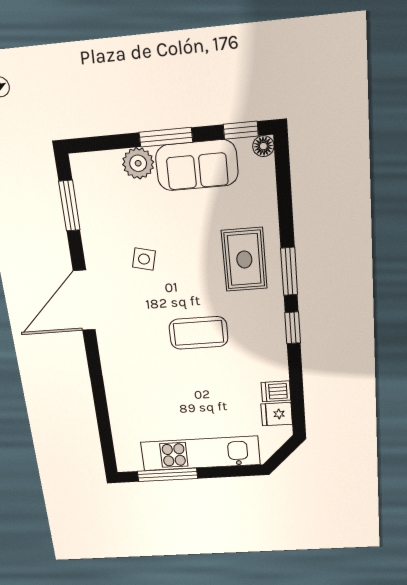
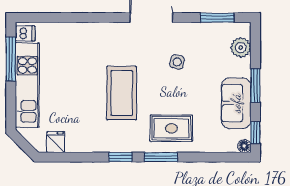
plant: (138, 163) -> (241, 48), moved
coffee table: (198, 333) -> (122, 93), width x1.36, depth x1.32
dishwasher: (276, 391) -> (25, 34), moved, turned 90

